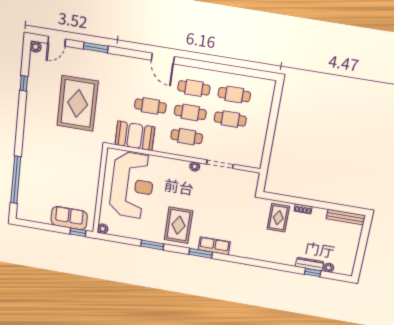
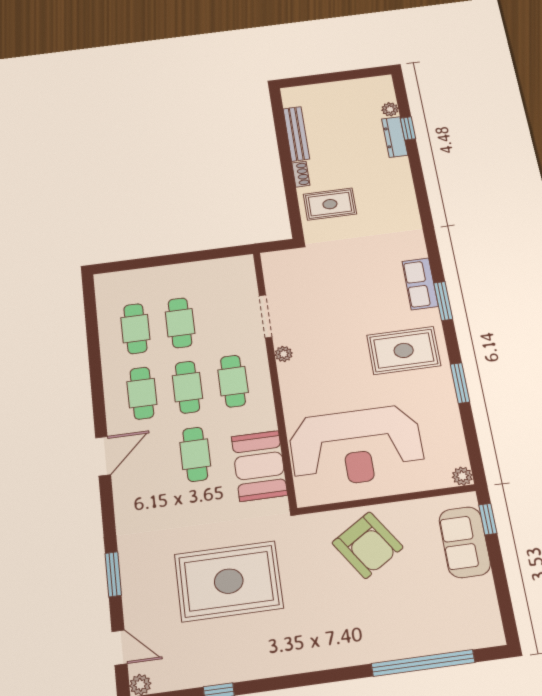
armchair: (79, 174) -> (368, 545), added
reception desk: (132, 185) -> (356, 446), turned 180
bench: (346, 217) -> (296, 134), moved

